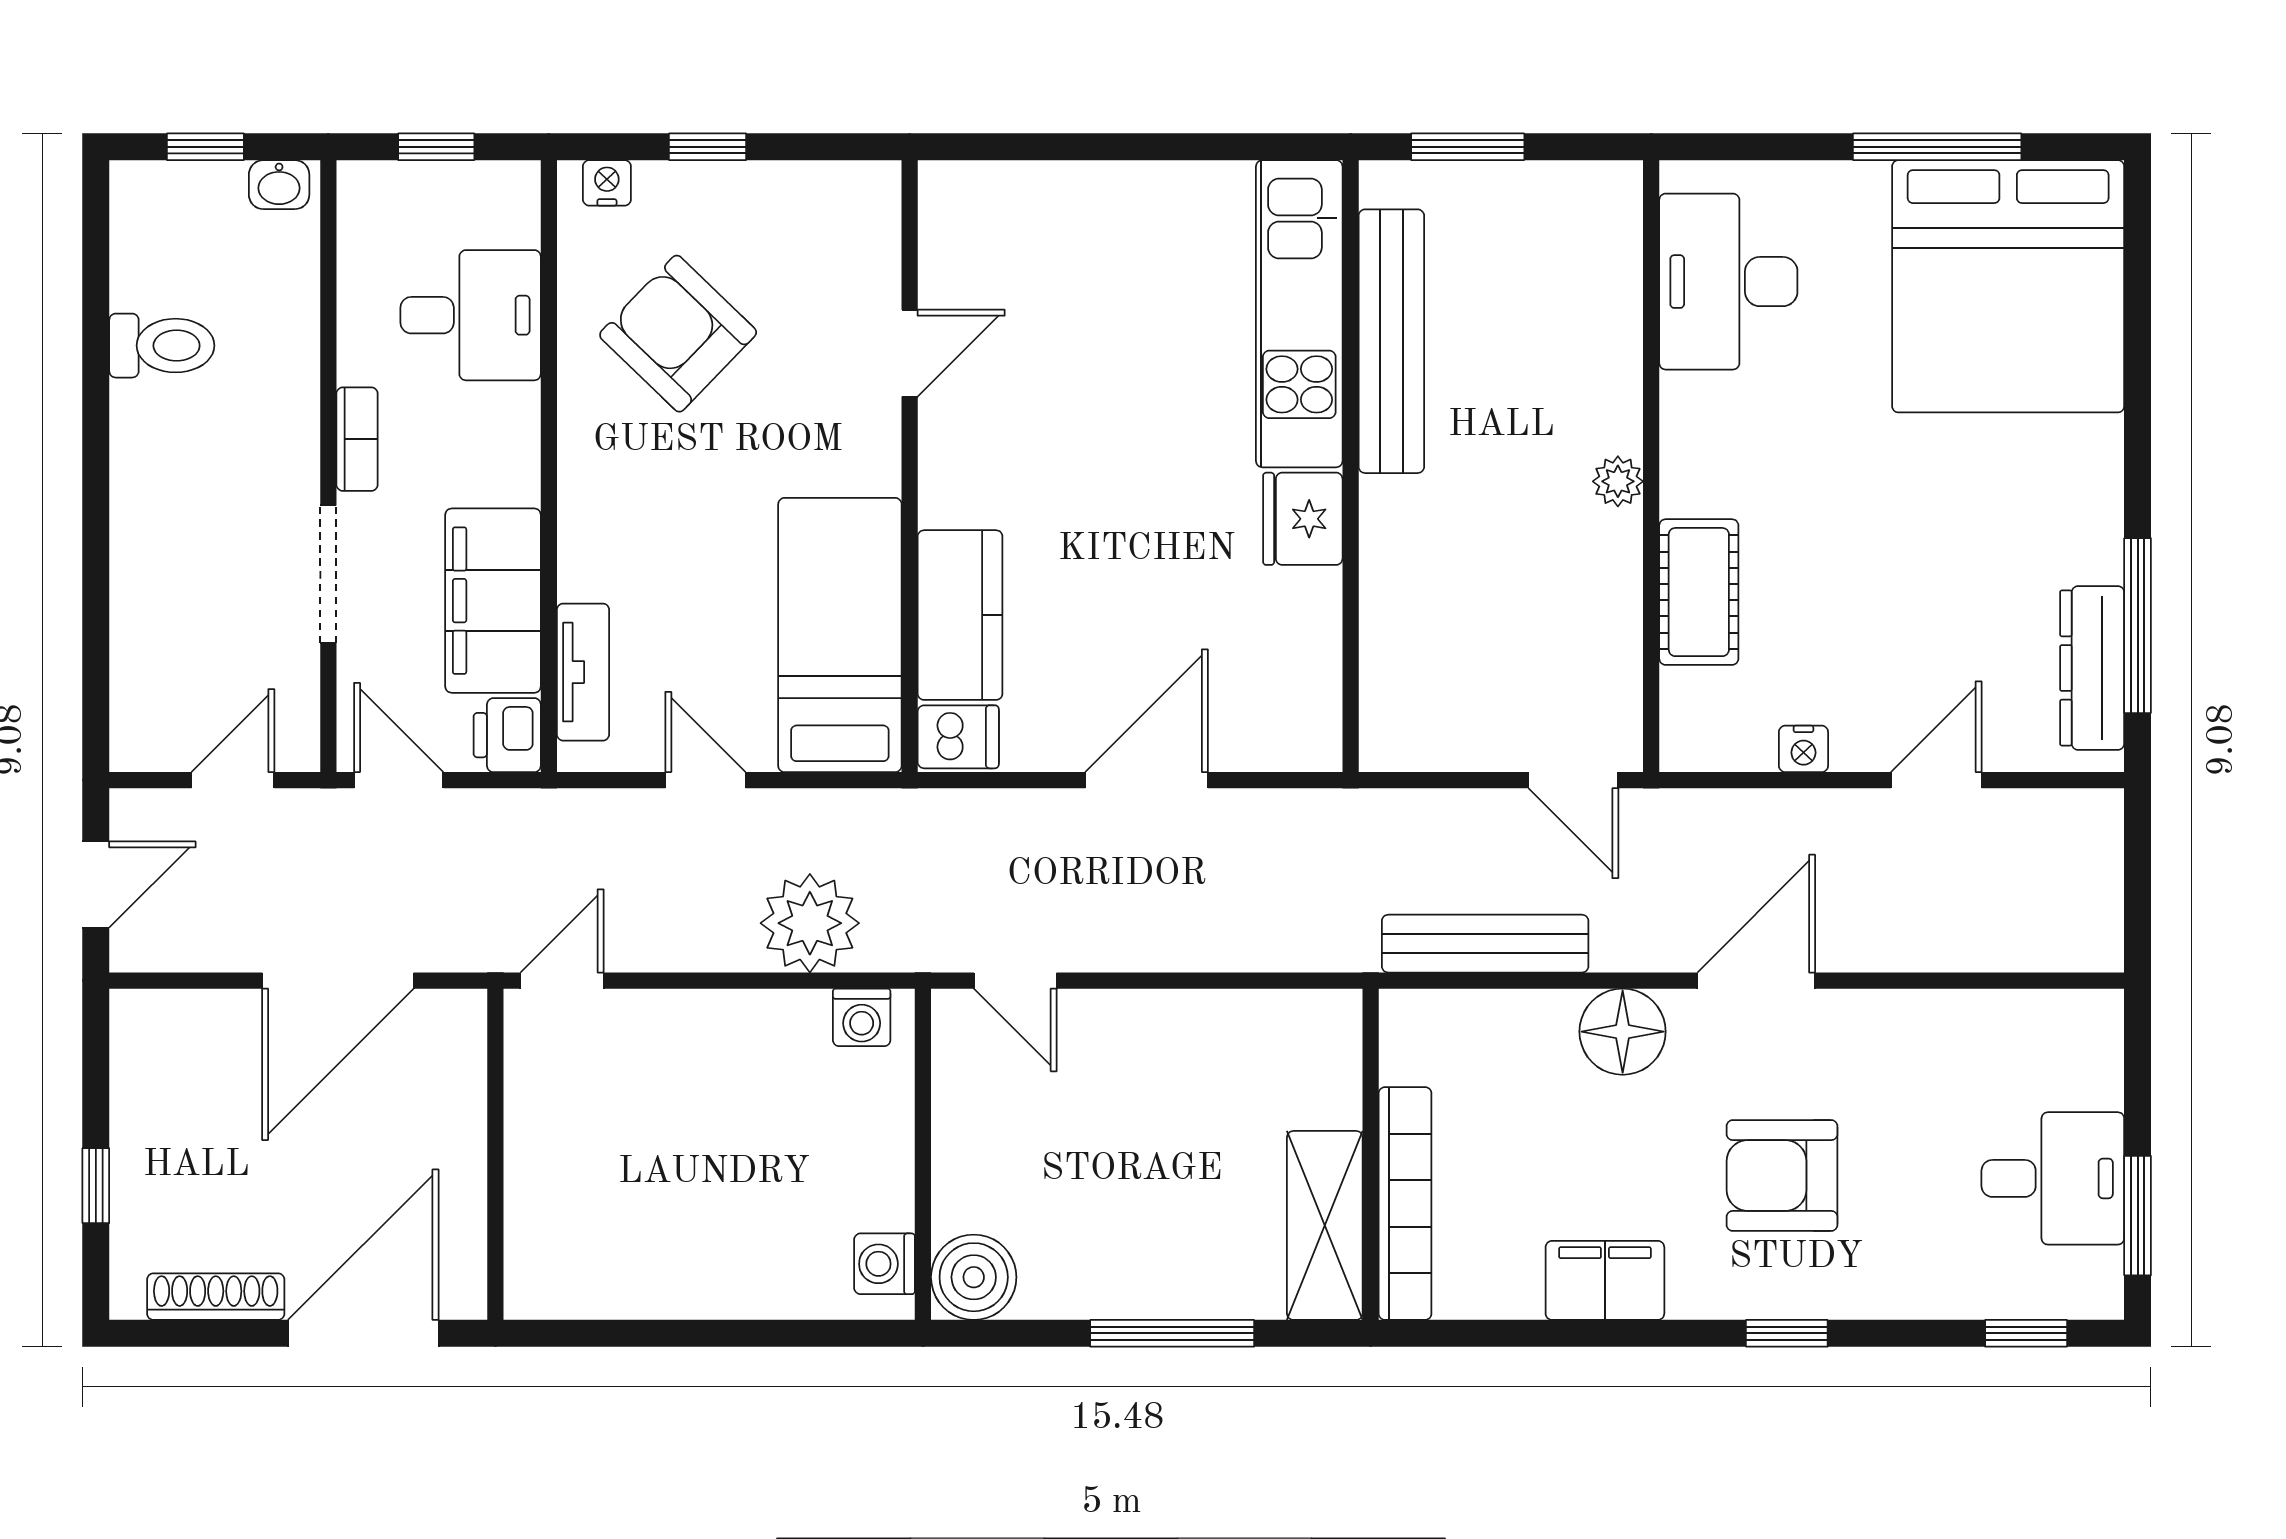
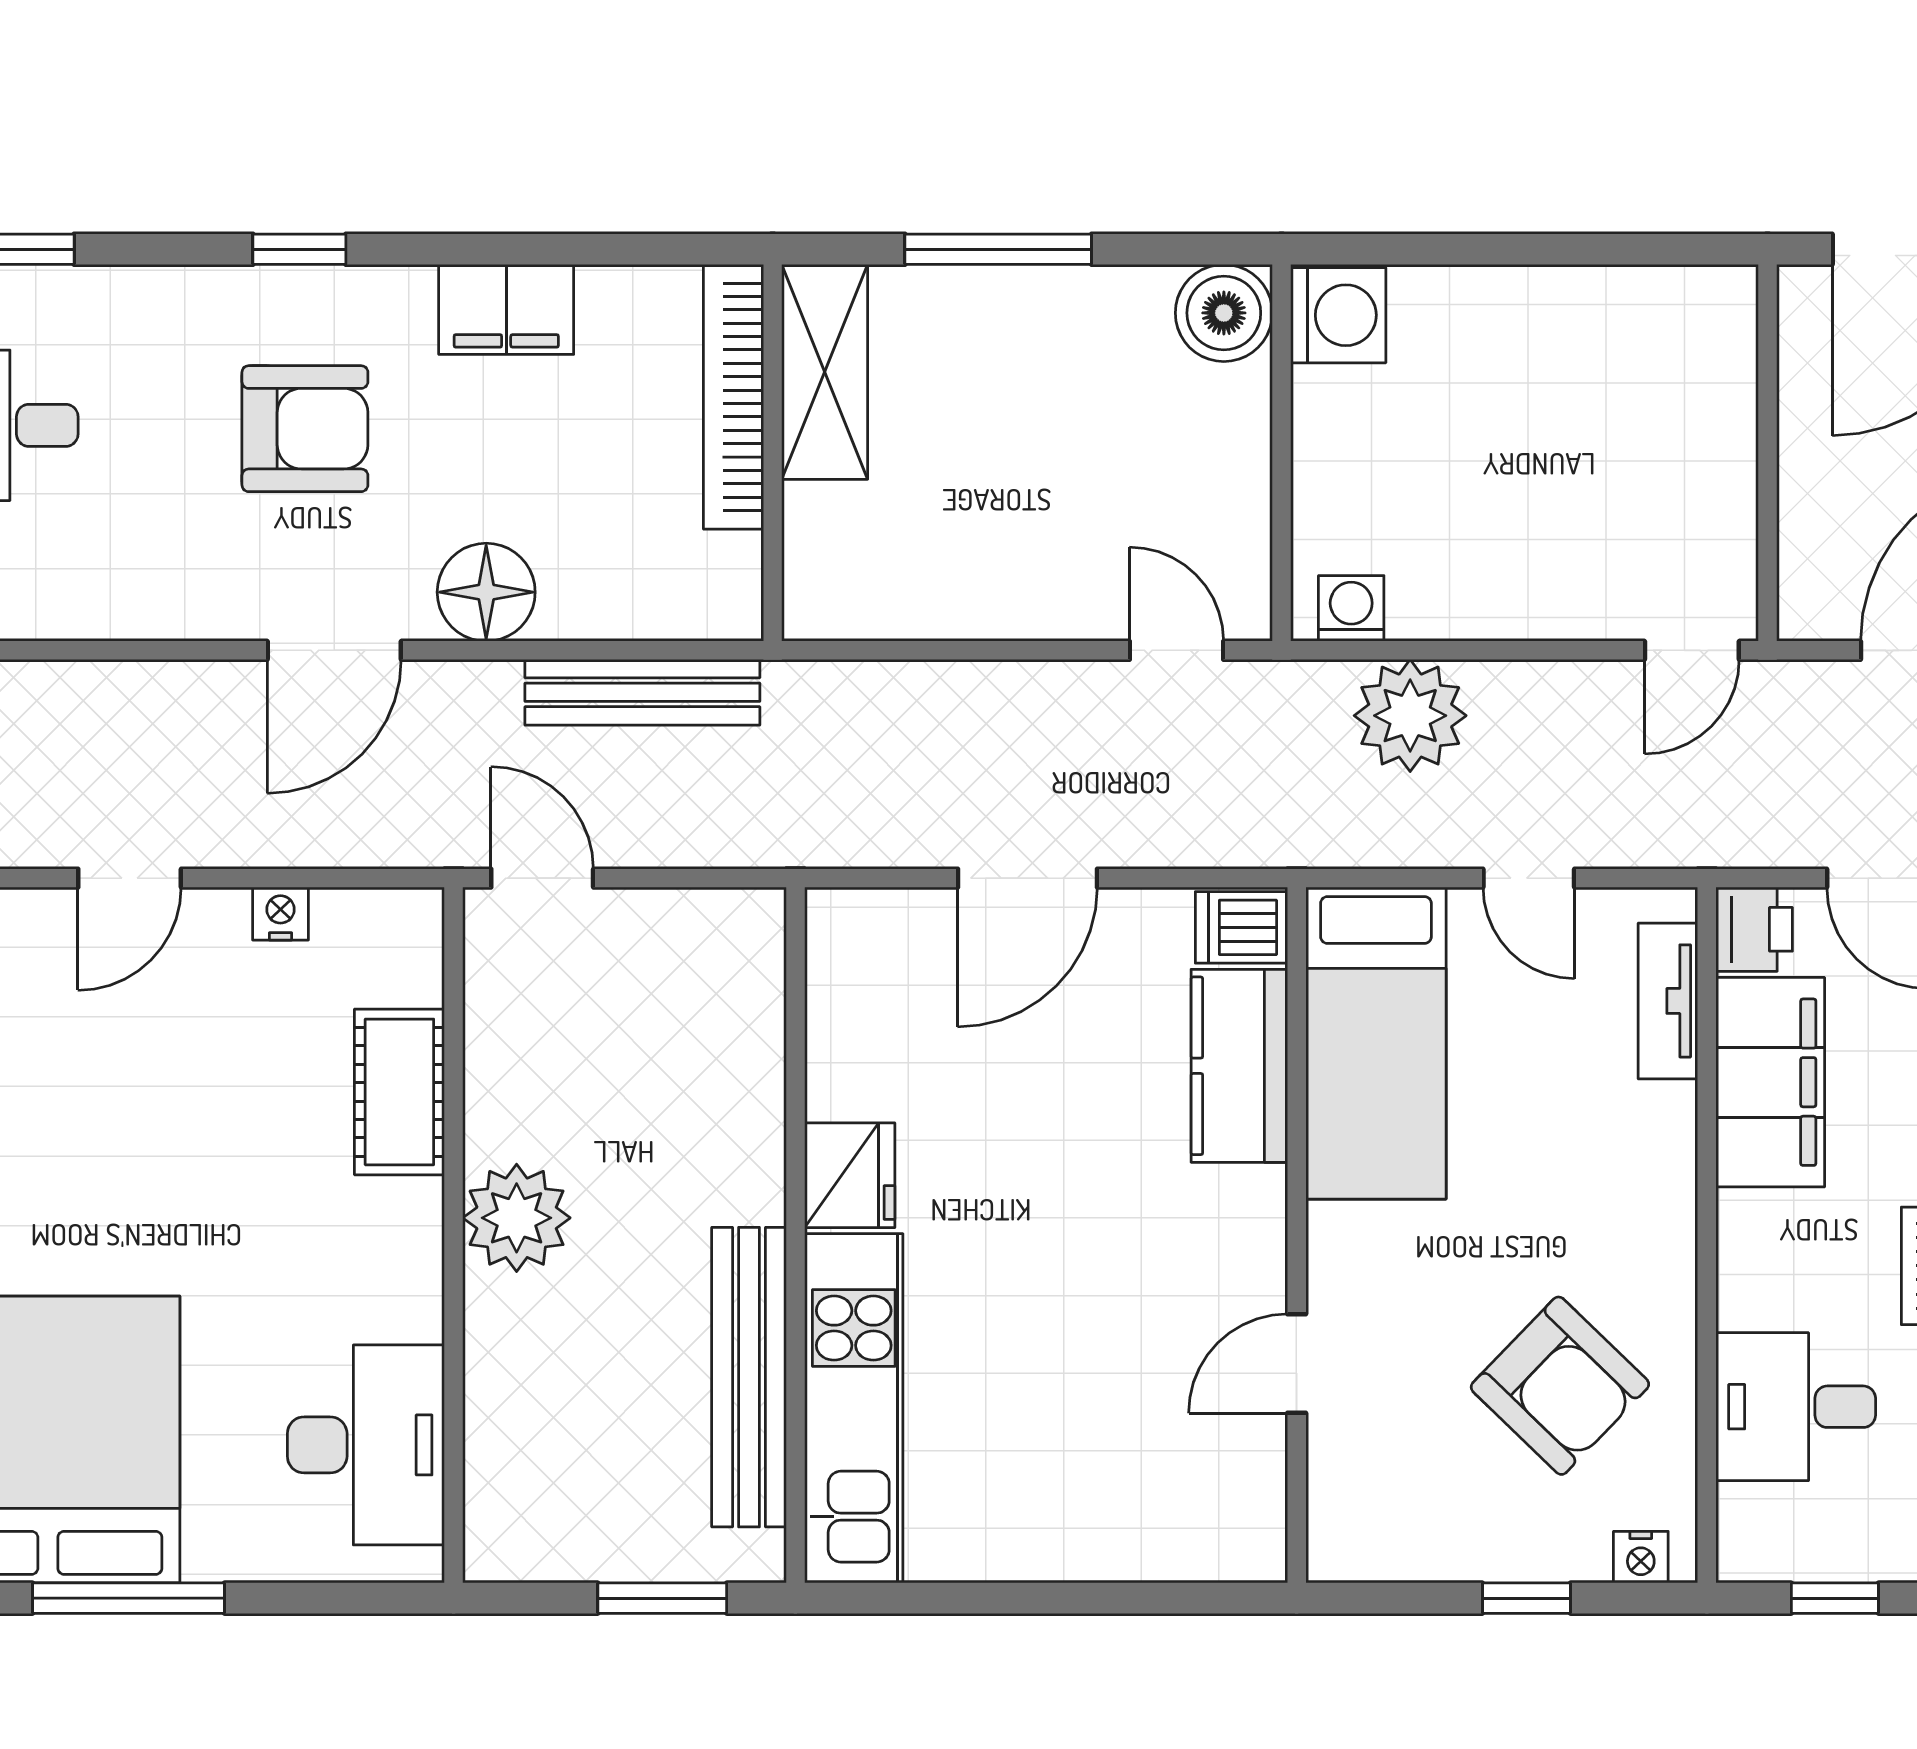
plant: (1618, 481) -> (517, 1218), width x1.88, depth x1.88
washing machine: (885, 1264) -> (1338, 315), width x1.38, depth x1.38

